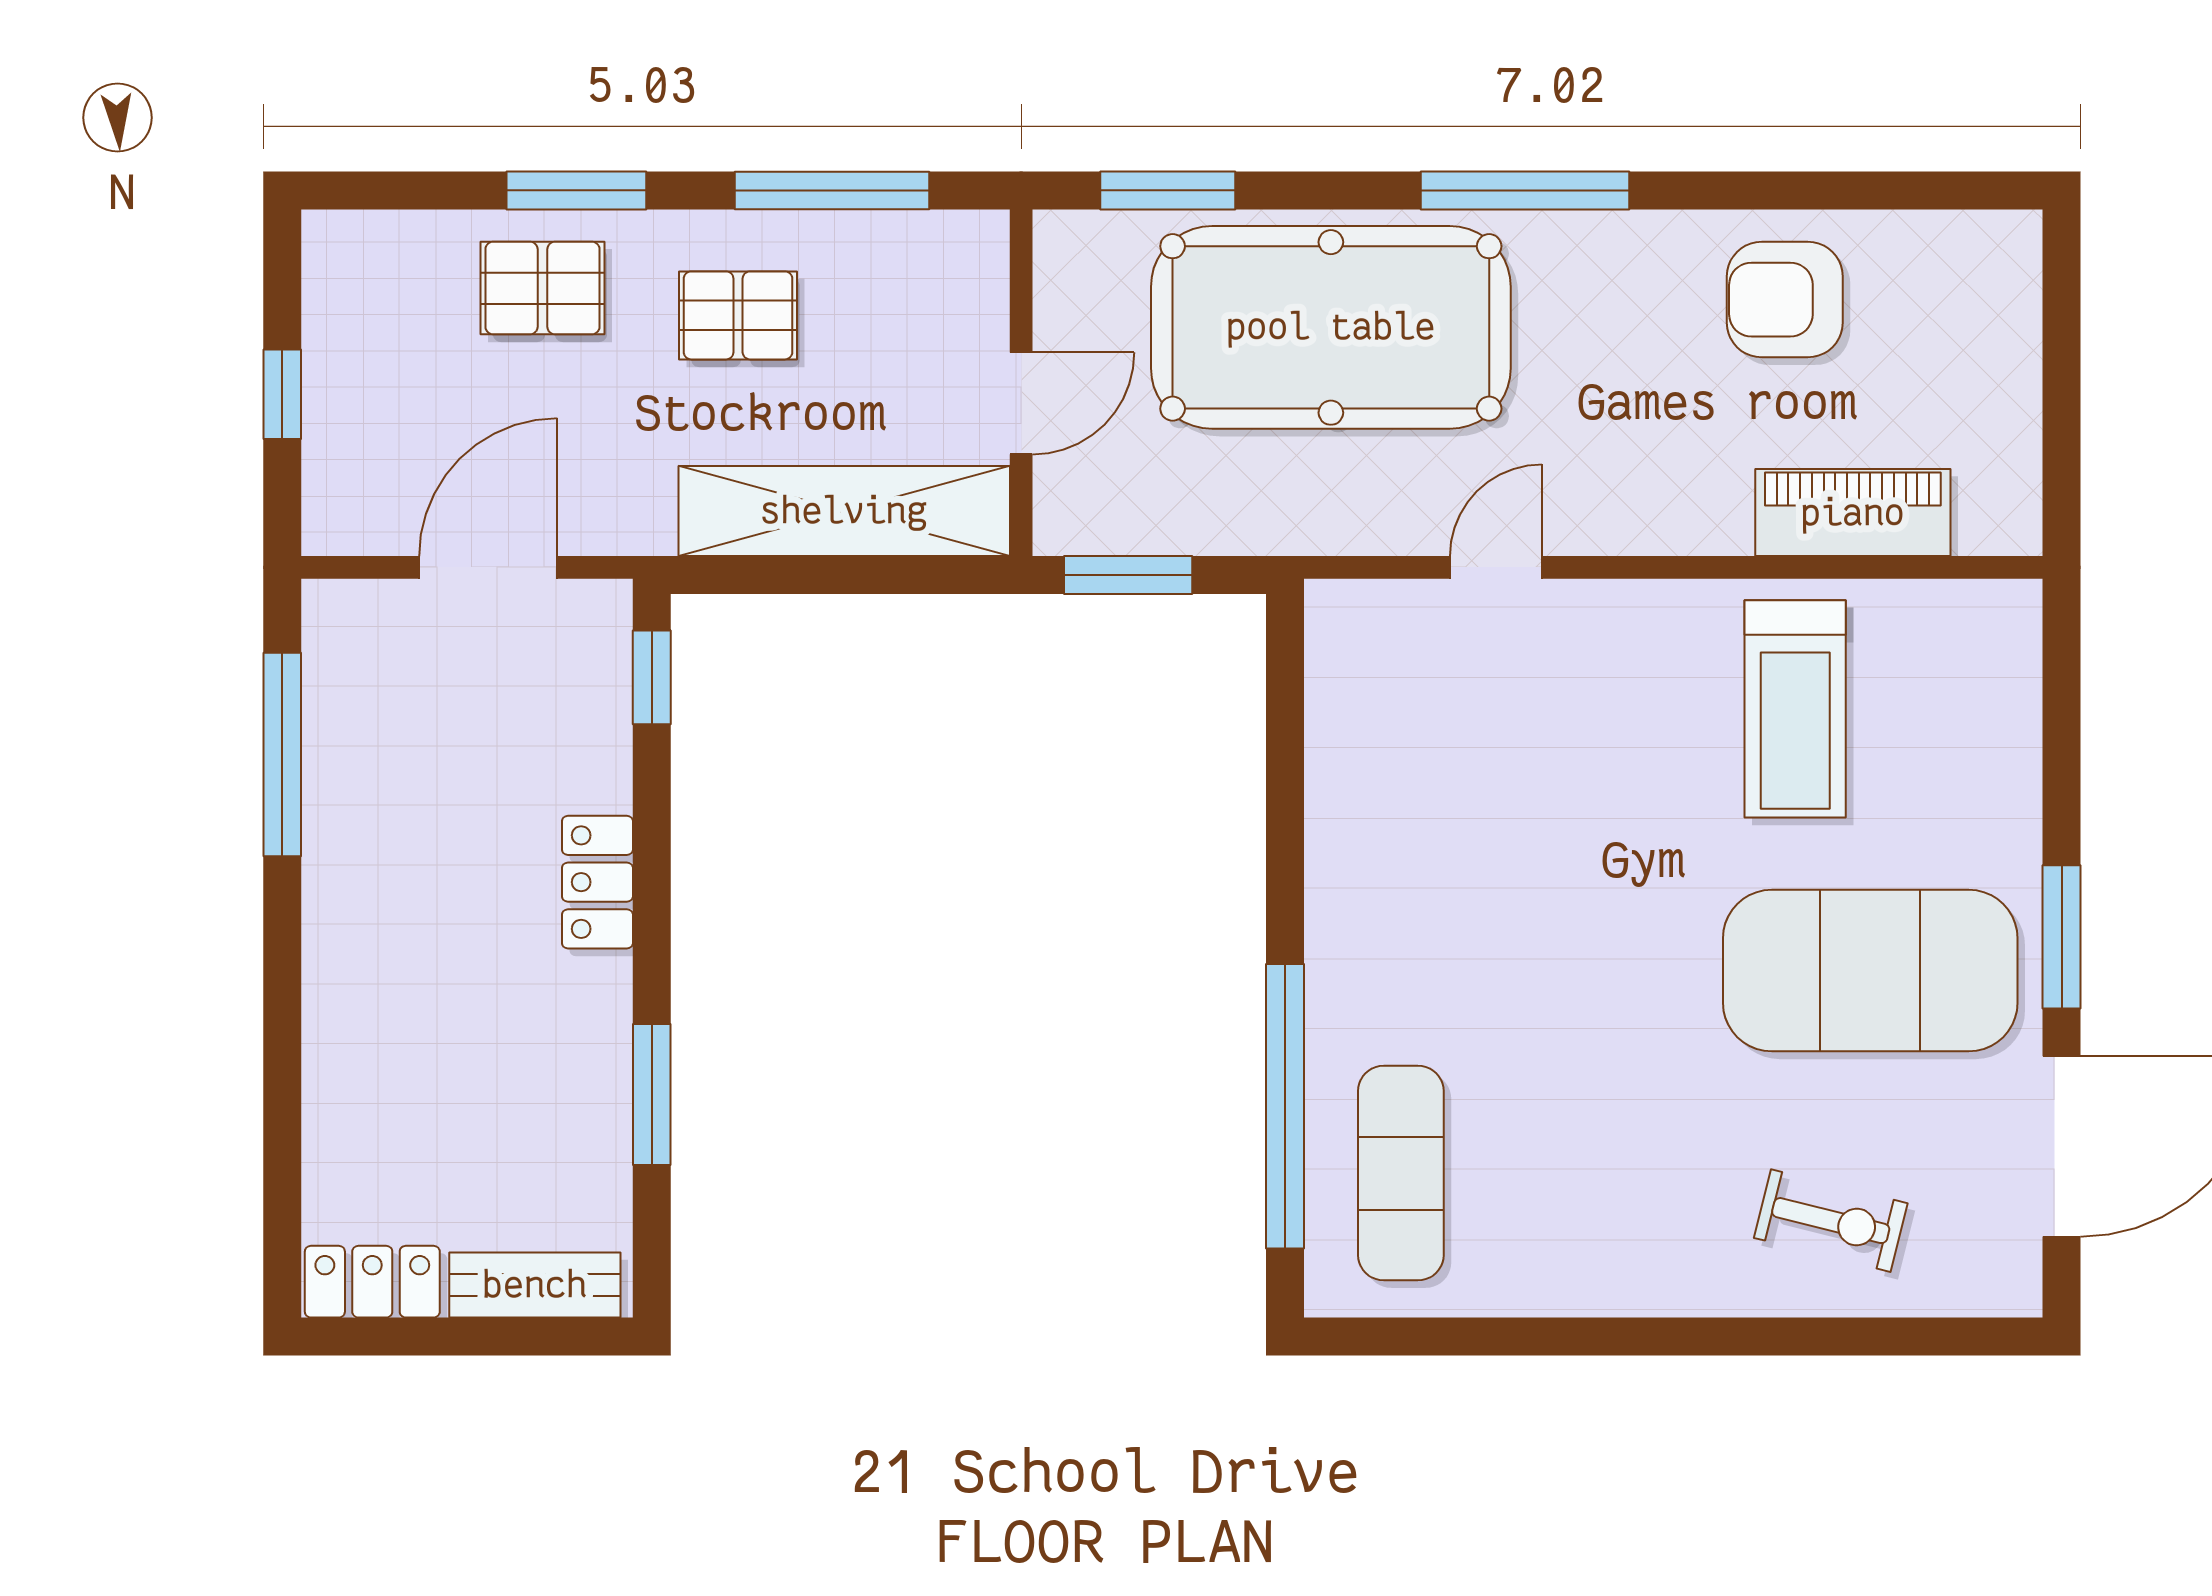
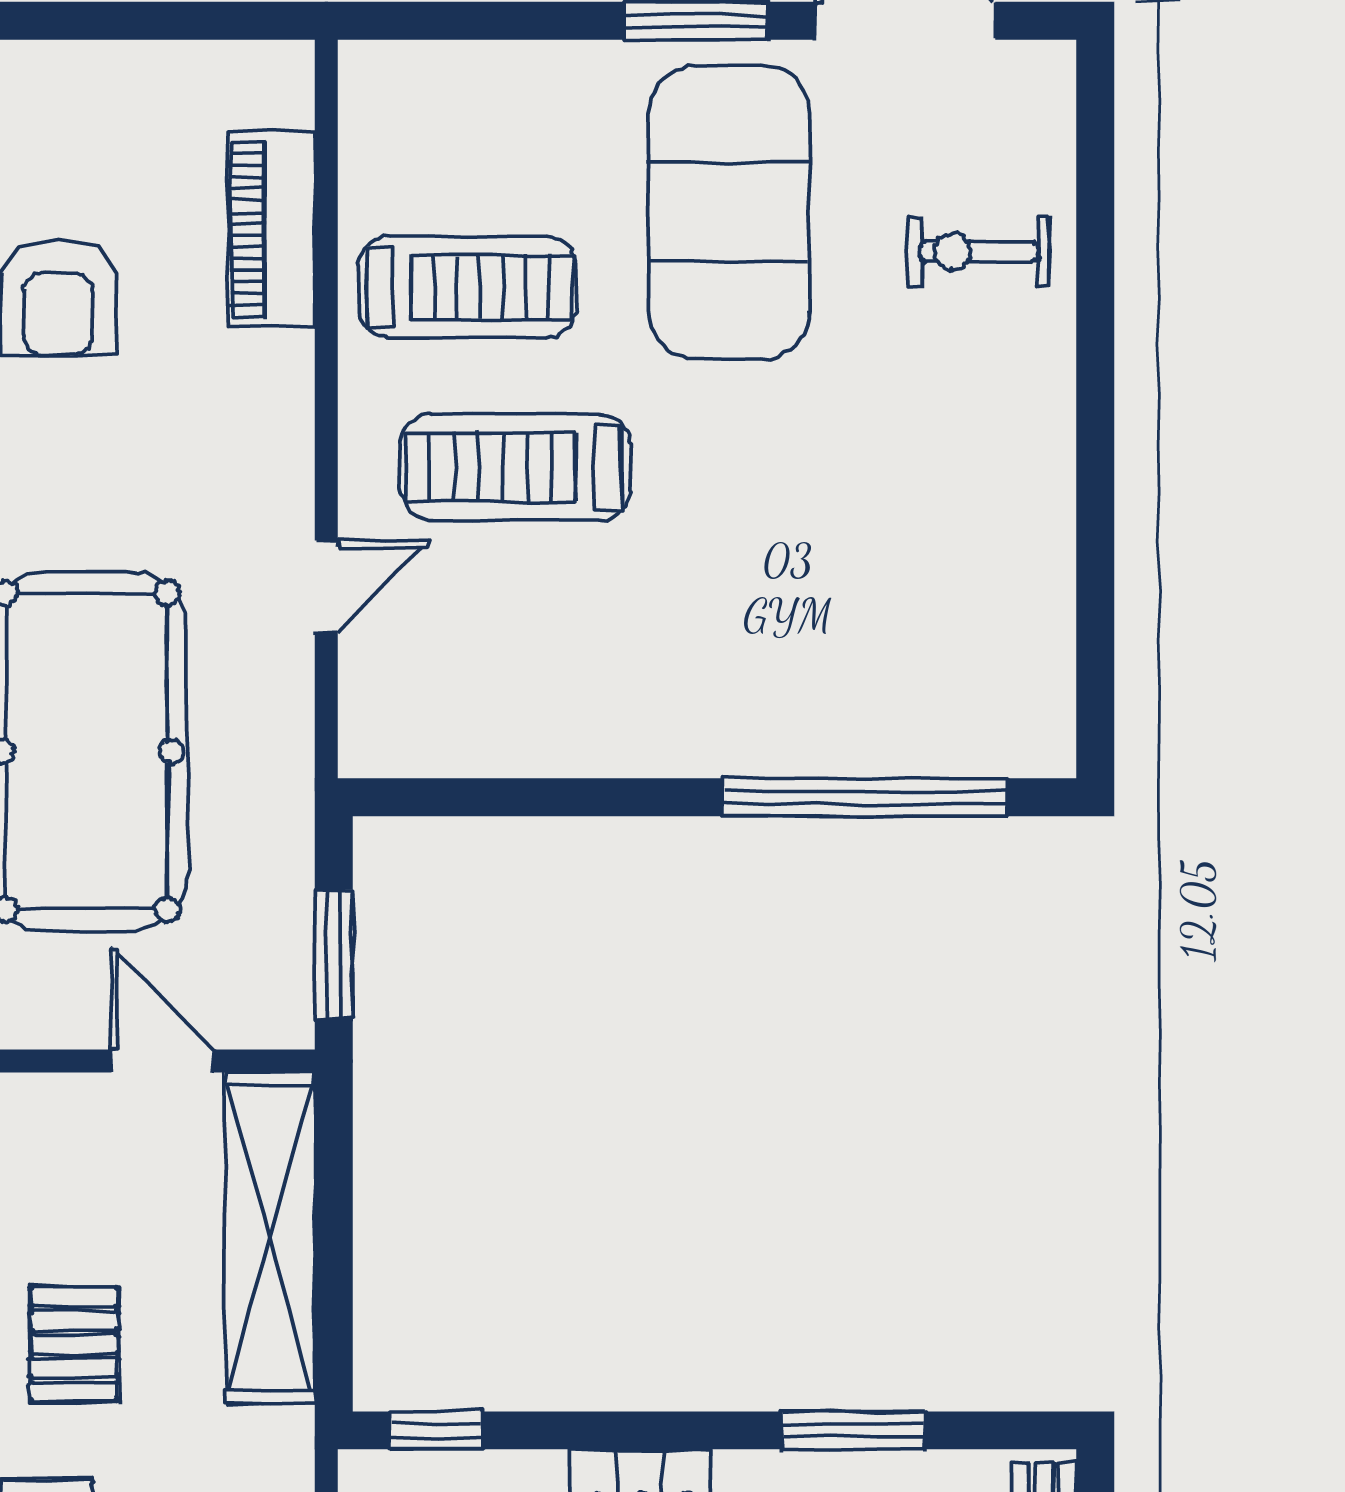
door: (1496, 567) -> (326, 586), swing flipped
treadmill: (1615, 757) -> (516, 467), added
exercise mat: (1401, 1173) -> (932, 681), removed
exercise bike: (1831, 1221) -> (979, 252), turned -104

